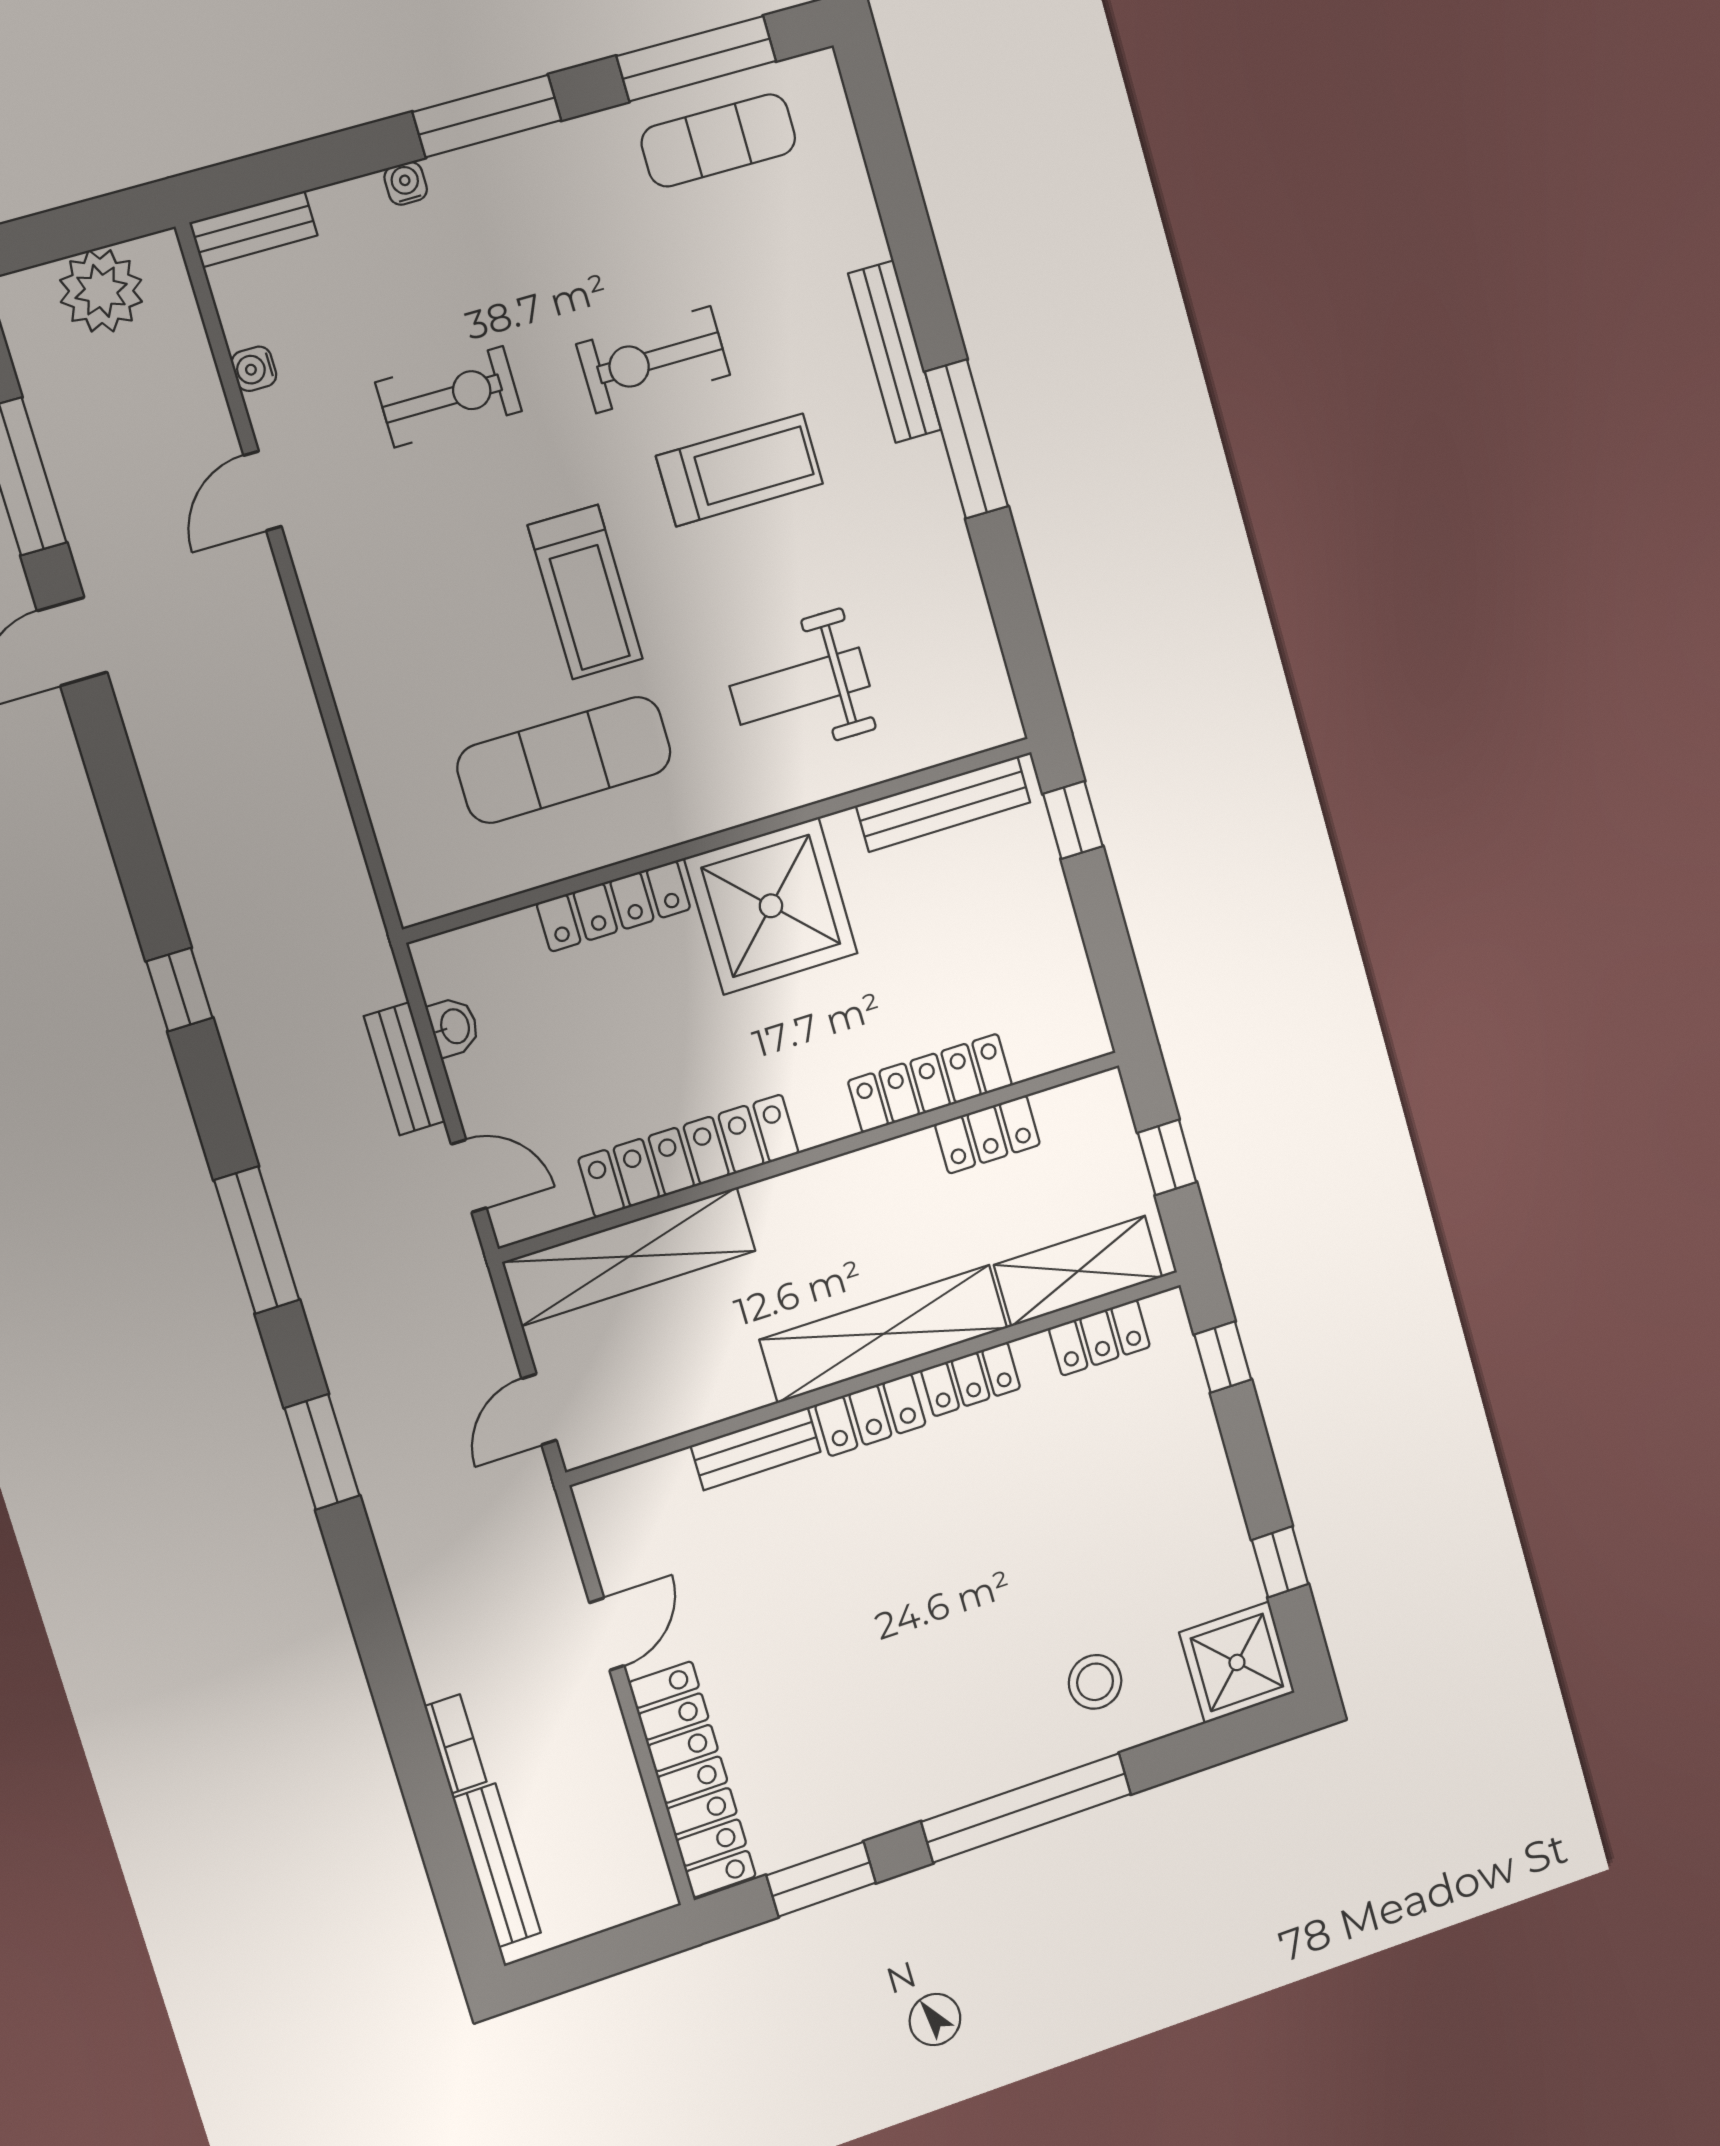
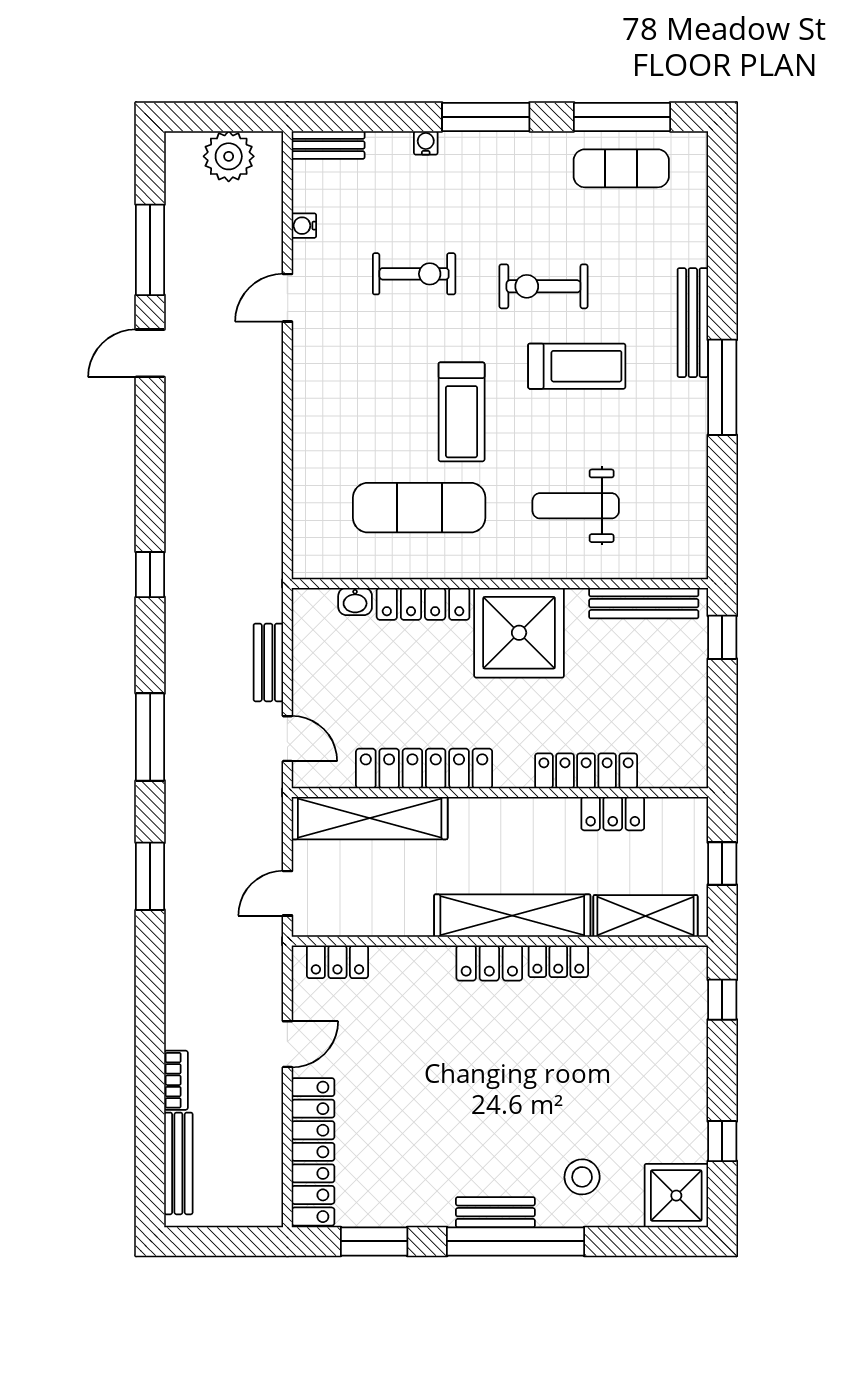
washbasin: (454, 1027) -> (355, 601), moved, turned 90
locker: (1099, 1337) -> (337, 962), moved
bench: (756, 1449) -> (495, 1212), moved

